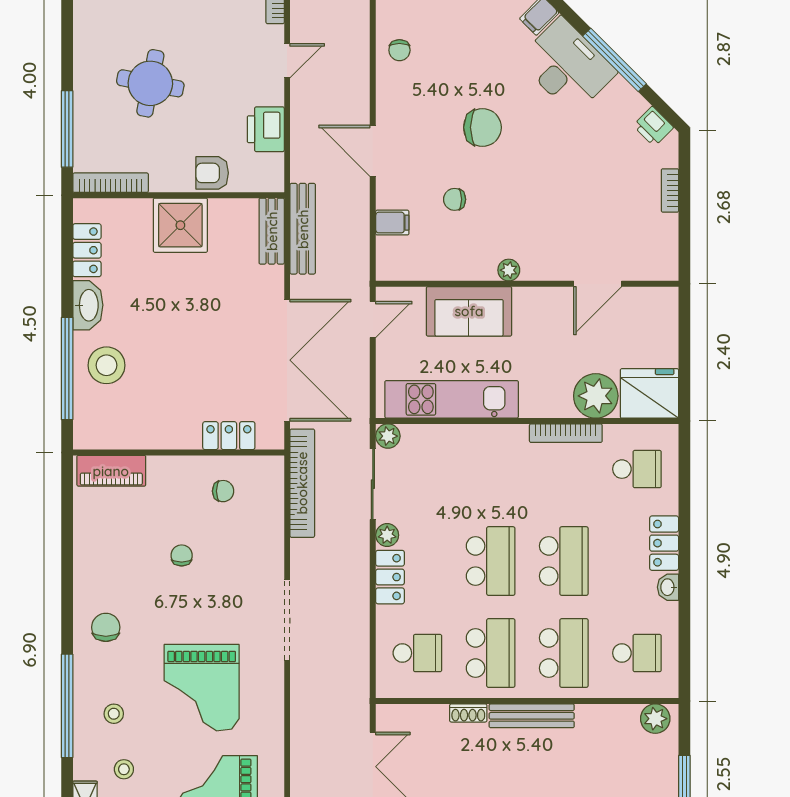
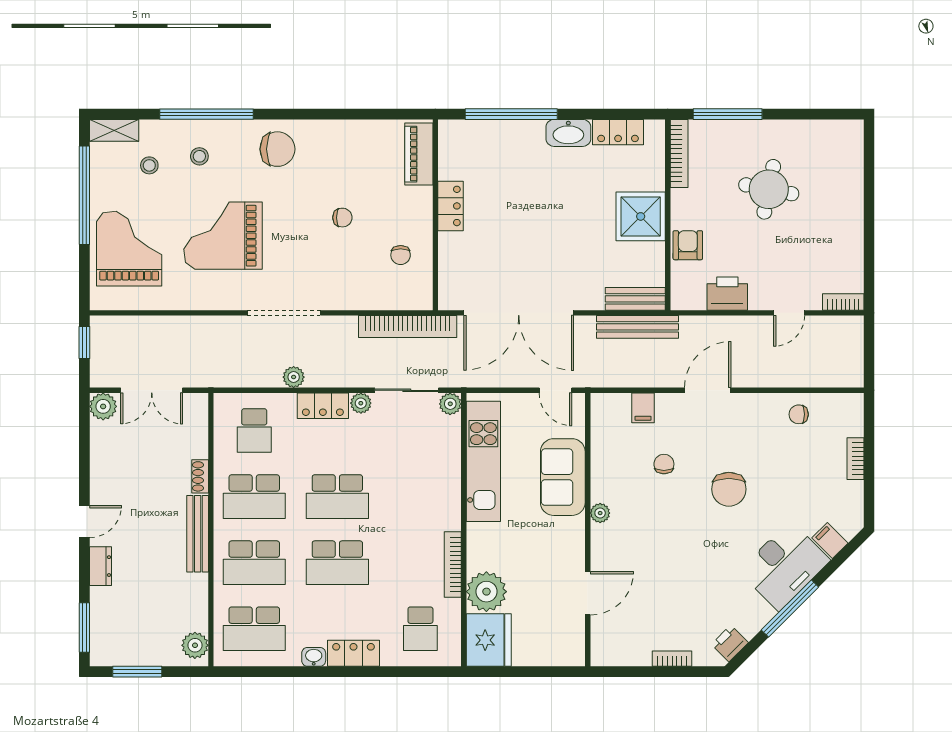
door: (287, 61) -> (789, 313), hinge flipped
door: (598, 284) -> (588, 593), swing flipped
stool: (106, 365) -> (514, 150), removed
locker: (229, 436) -> (451, 206), moved
plant: (358, 609) -> (294, 377), added
chair: (106, 627) -> (277, 149), width x1.37, depth x1.37
school desk: (637, 653) -> (254, 629), width x1.85

